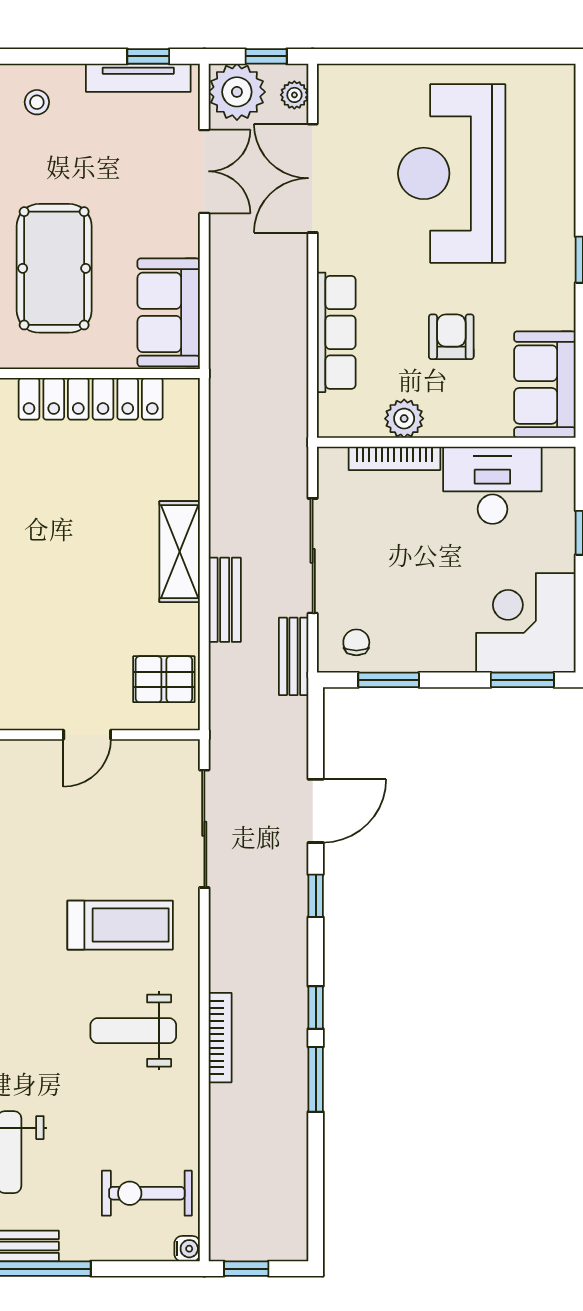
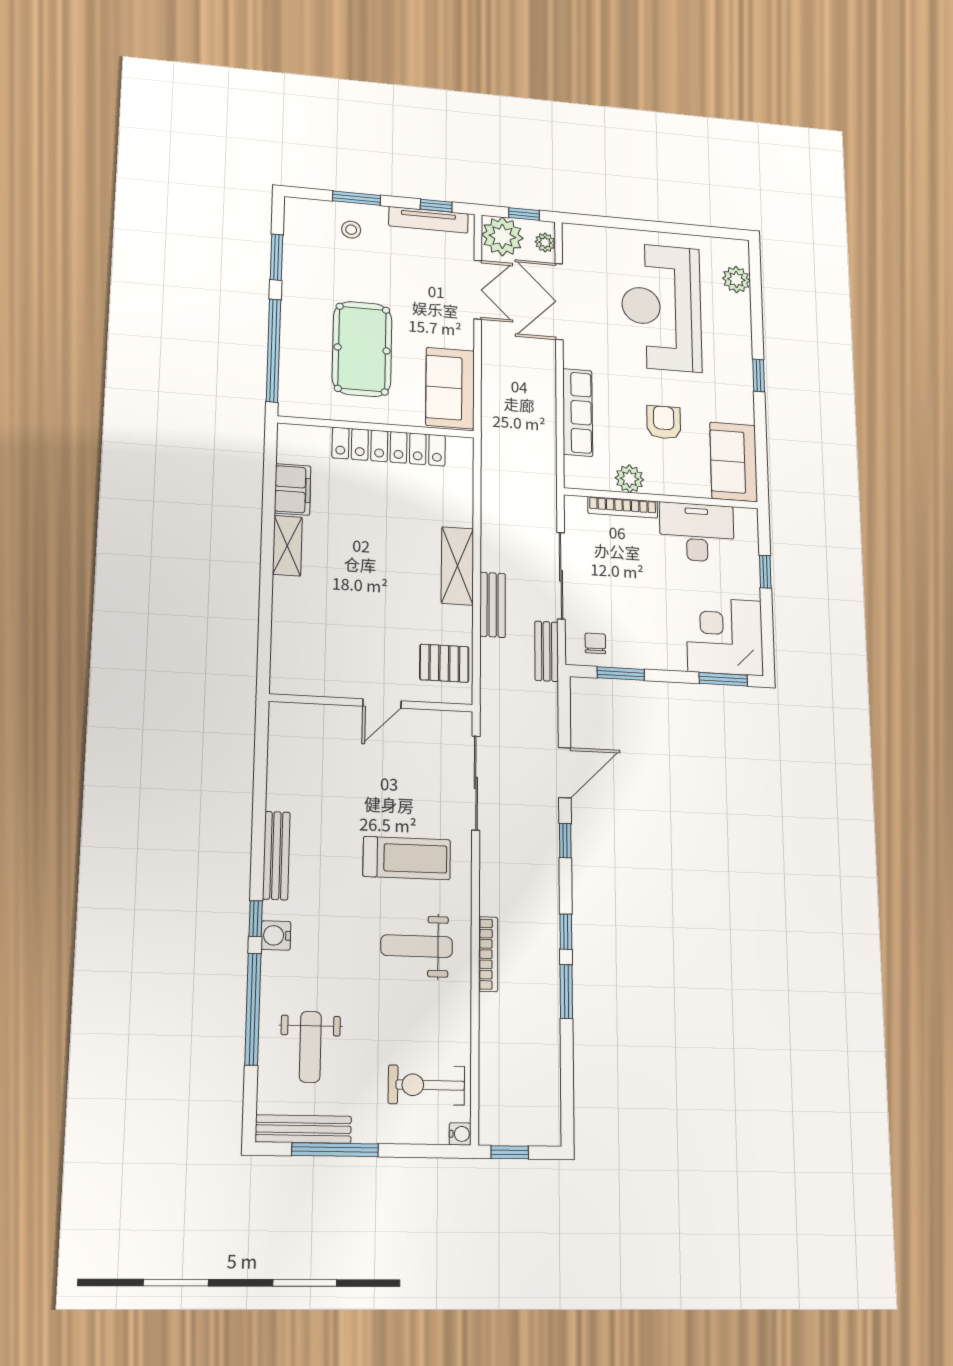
window: (43, 56) -> (357, 198), added
plant: (556, 123) -> (736, 279), added

